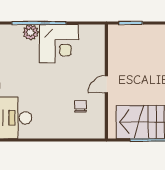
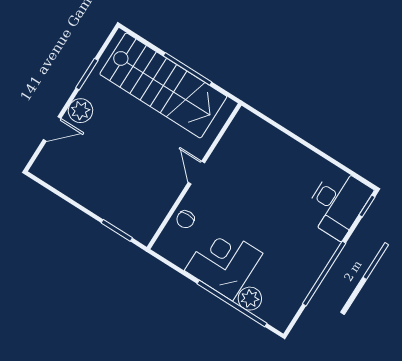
door: (106, 84) -> (196, 173), swing flipped
chair: (81, 106) -> (185, 219), moved

